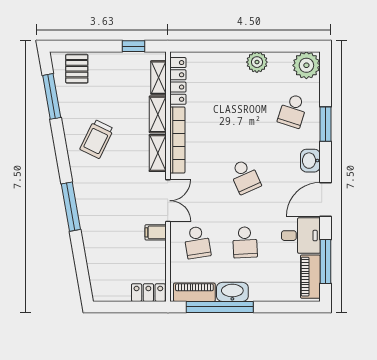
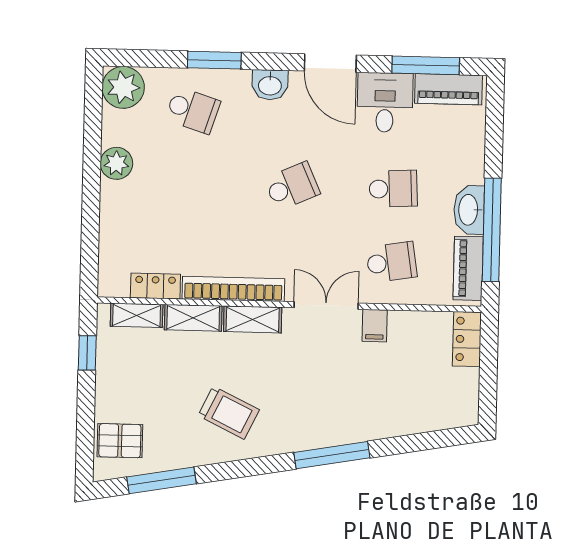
locker: (178, 81) -> (155, 286), width x0.66

